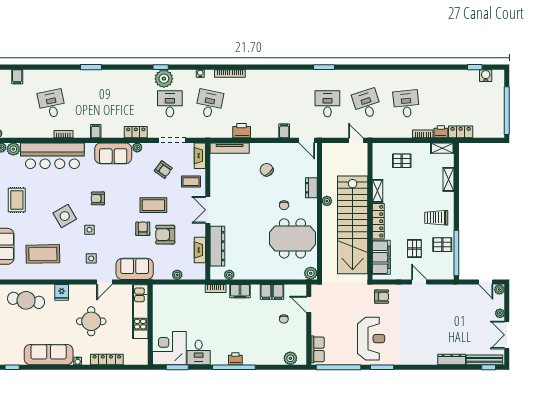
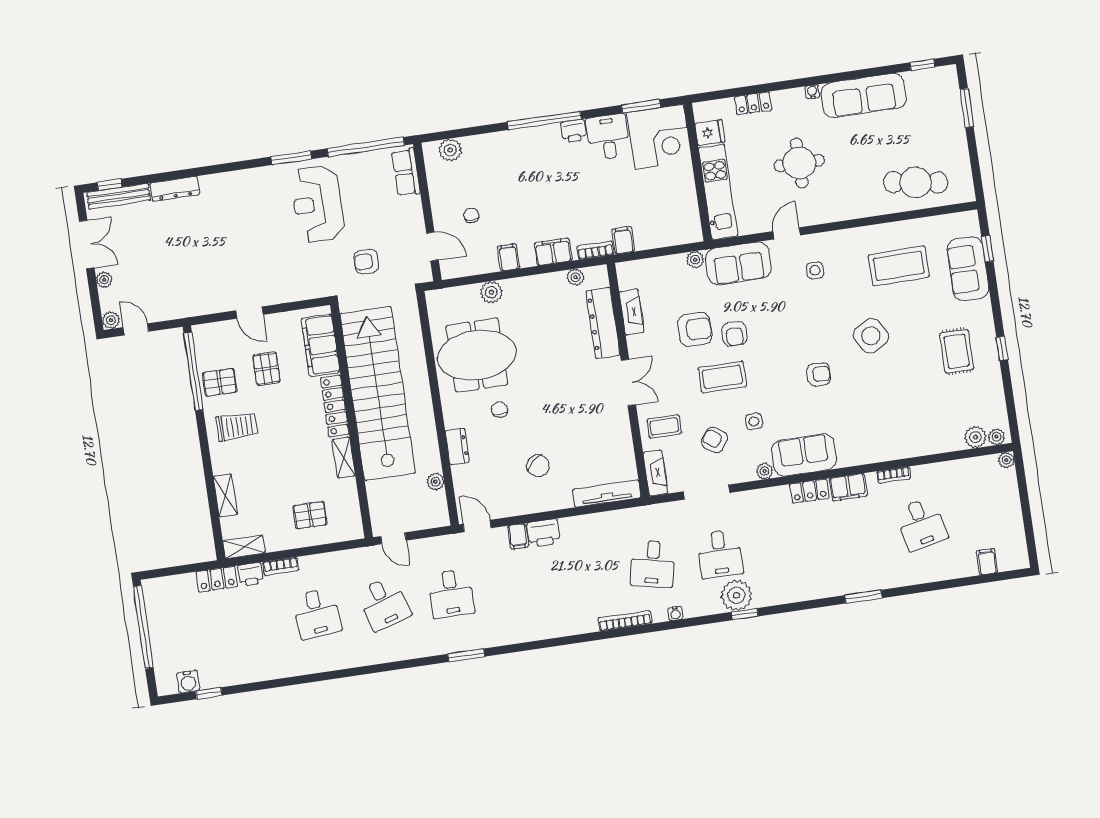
filing cabinet: (96, 131) -> (848, 487), width x2.00
printer: (242, 131) -> (544, 533), moved
locker: (136, 132) -> (809, 491), moved
bar counter: (52, 156) -> (907, 436), removed
plant: (327, 201) -> (435, 482), moved
side table: (89, 230) -> (754, 421), moved
plant: (311, 273) -> (491, 292), moved
plant: (177, 275) -> (695, 260), moved
fridge: (62, 292) -> (710, 133), moved, turned 90
filing cabinet: (278, 292) -> (623, 240), moved
armchair: (382, 297) -> (366, 262), moved
locker: (107, 359) -> (753, 103), width x0.66
printer: (235, 359) -> (574, 131), moved

